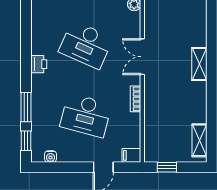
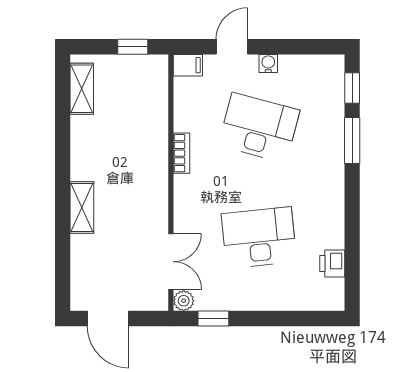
desk: (86, 45) -> (259, 238), turned -30
double door: (142, 57) -> (171, 262), moved
printer: (39, 64) -> (332, 263), moved
water cooler: (50, 157) -> (268, 63), moved

